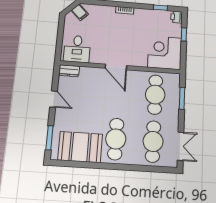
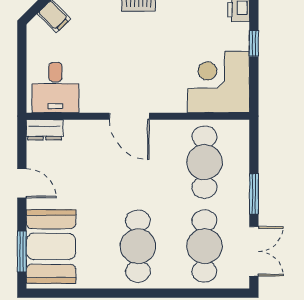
window: (182, 98) -> (254, 194), moved
booth: (80, 147) -> (51, 246), moved, turned 90

